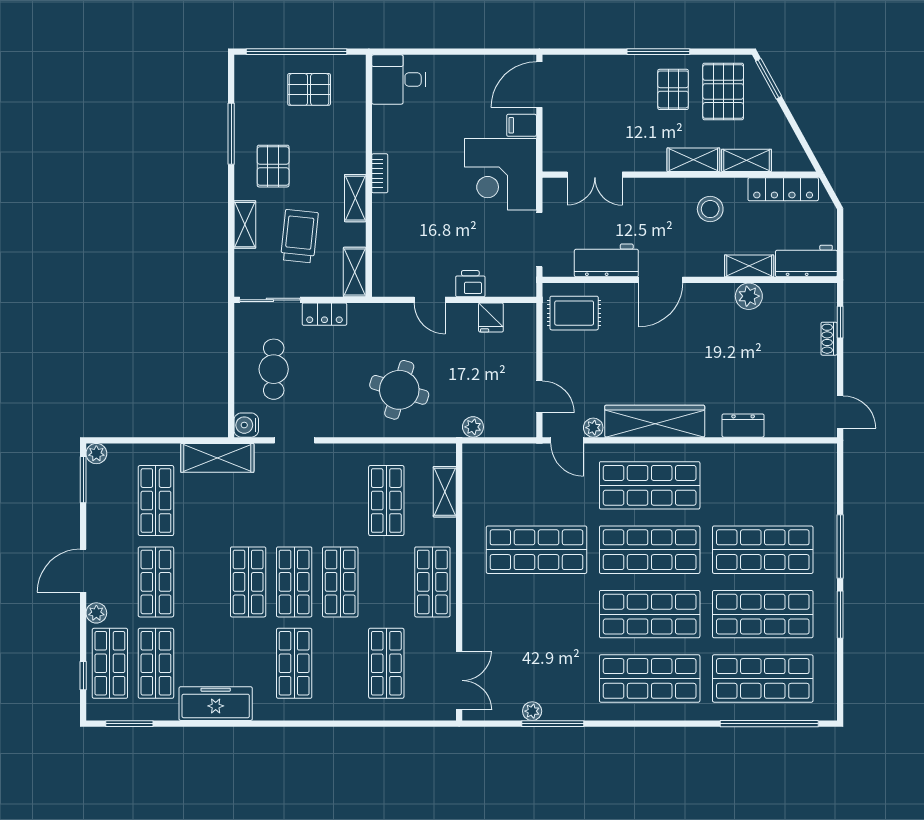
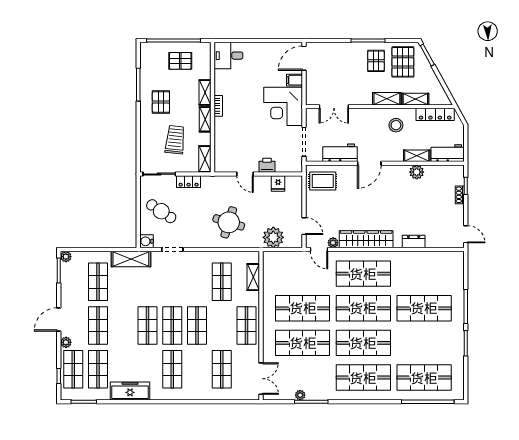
shelving: (245, 225) -> (205, 93), moved
cafe table: (274, 369) -> (161, 211), turned -56
plant: (473, 427) -> (273, 237), width x1.88, depth x1.88
shop shelf: (763, 614) -> (303, 343), moved

